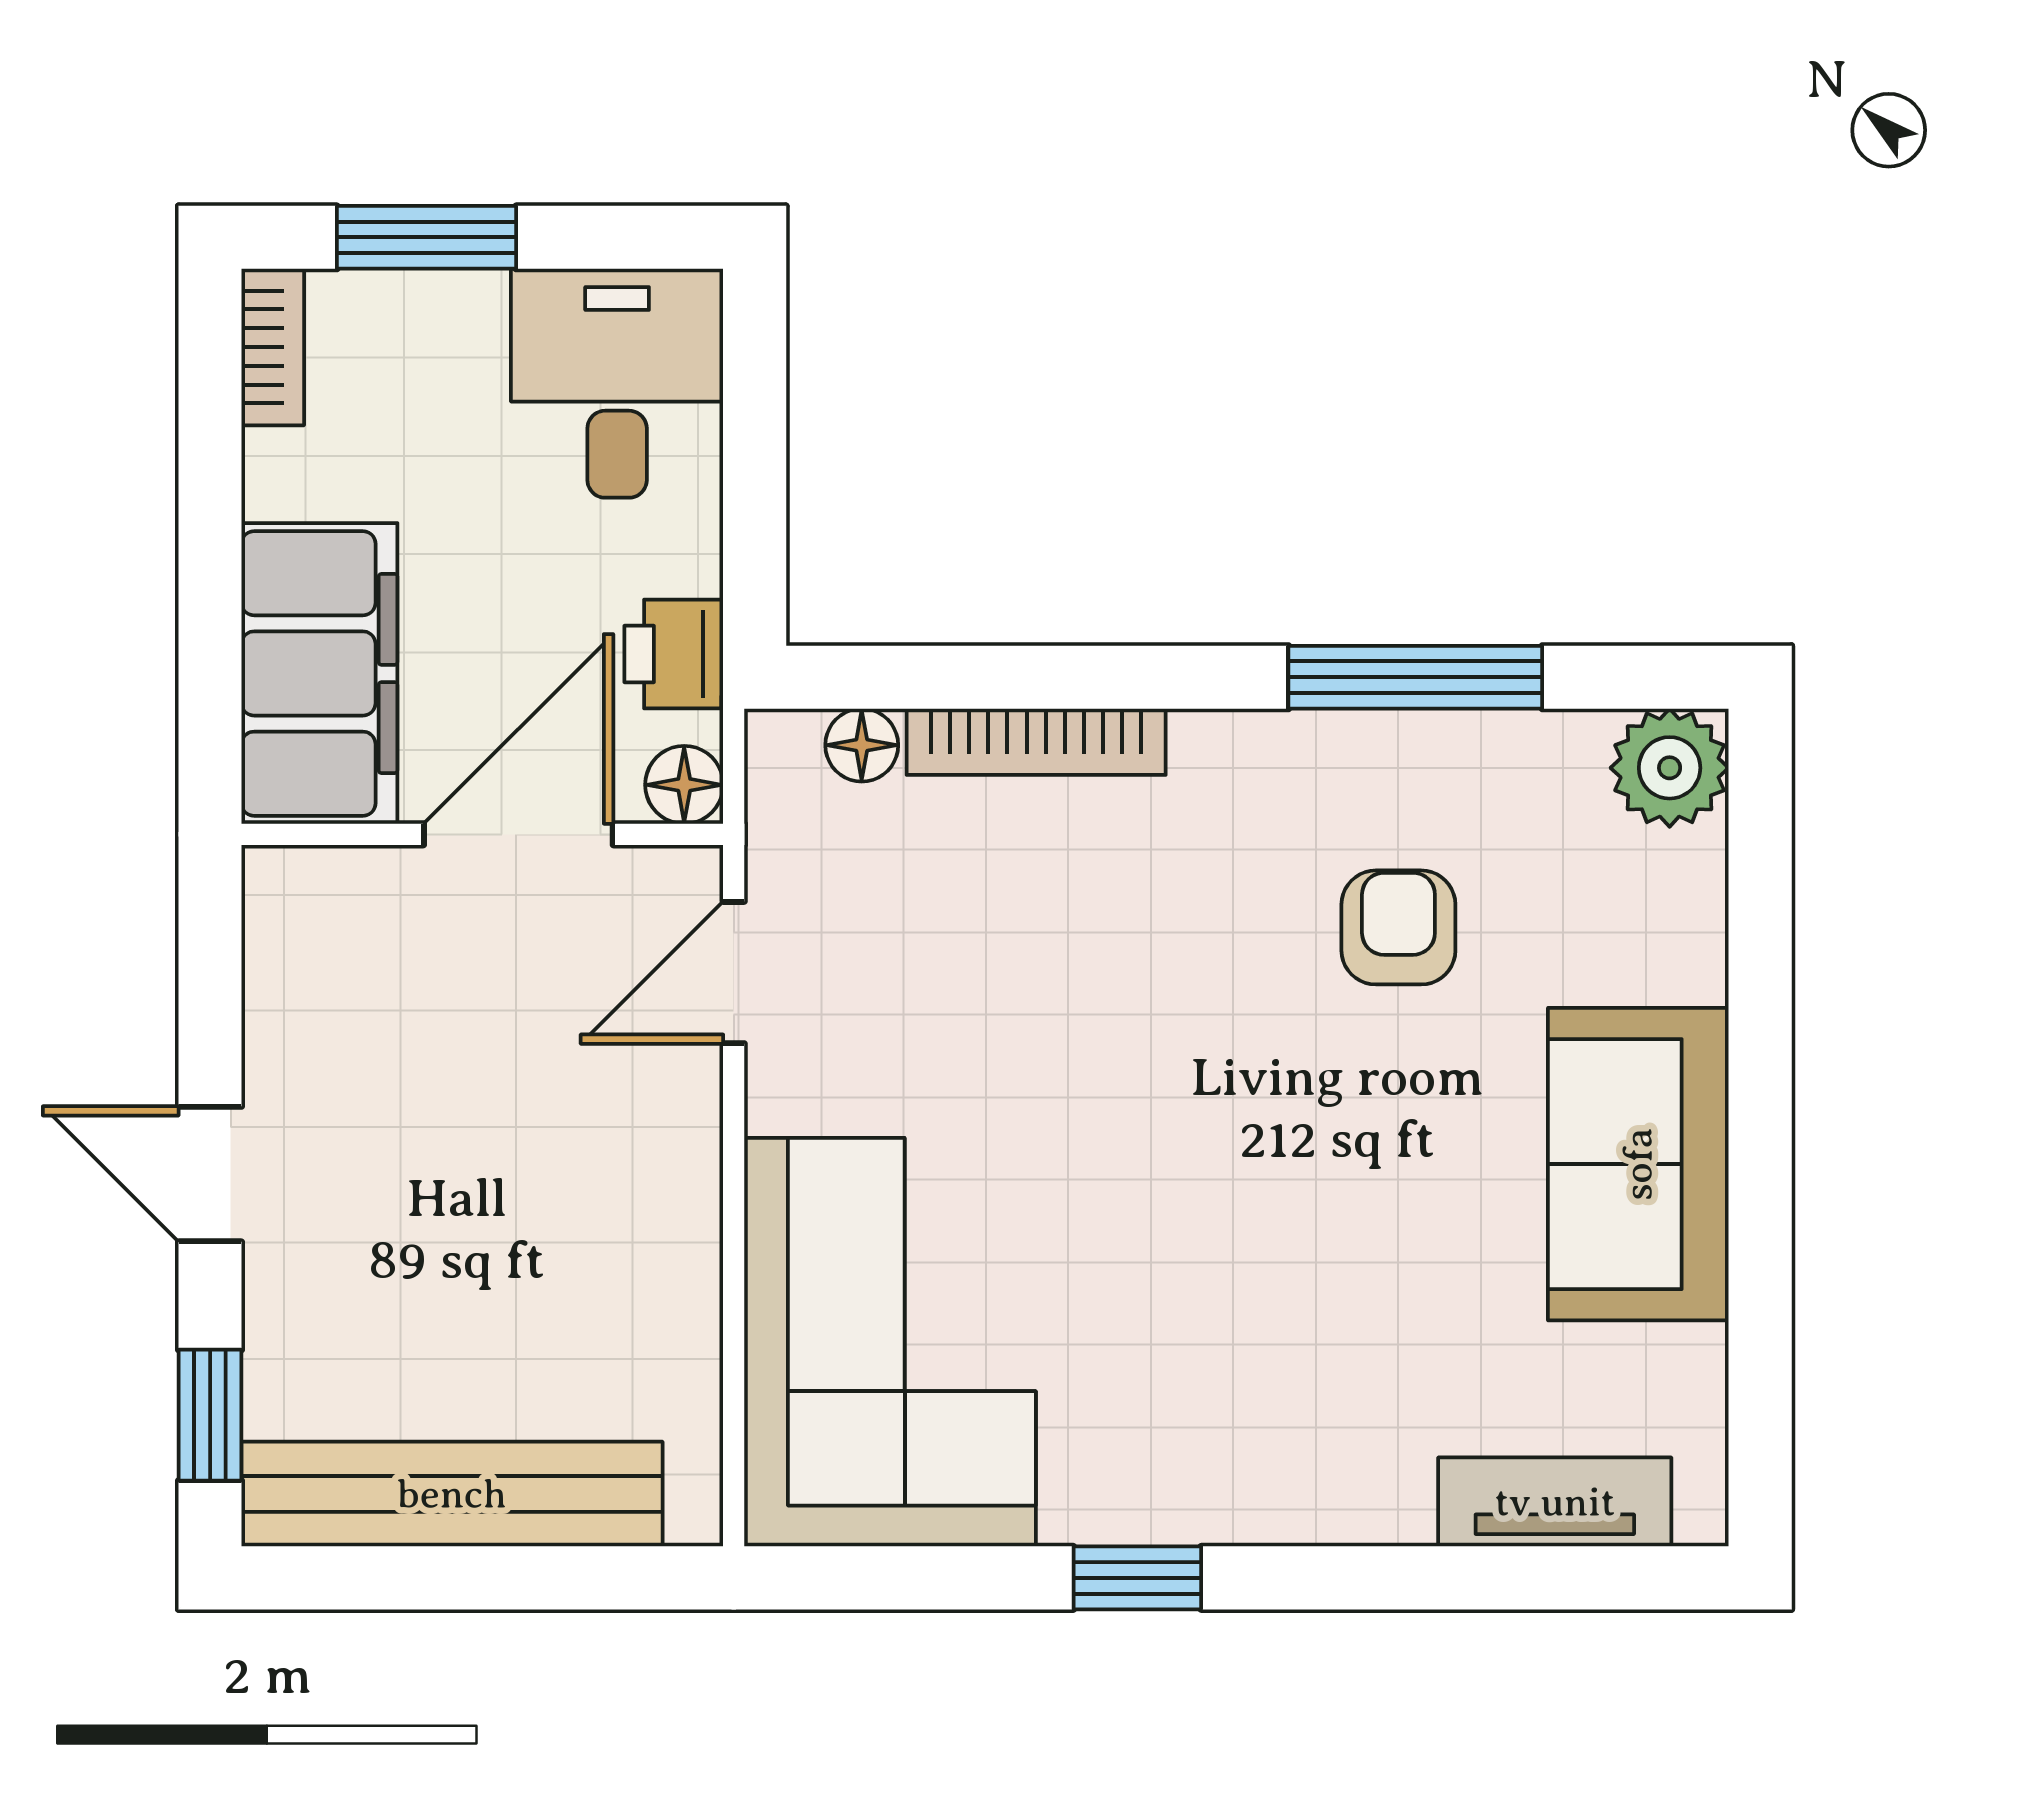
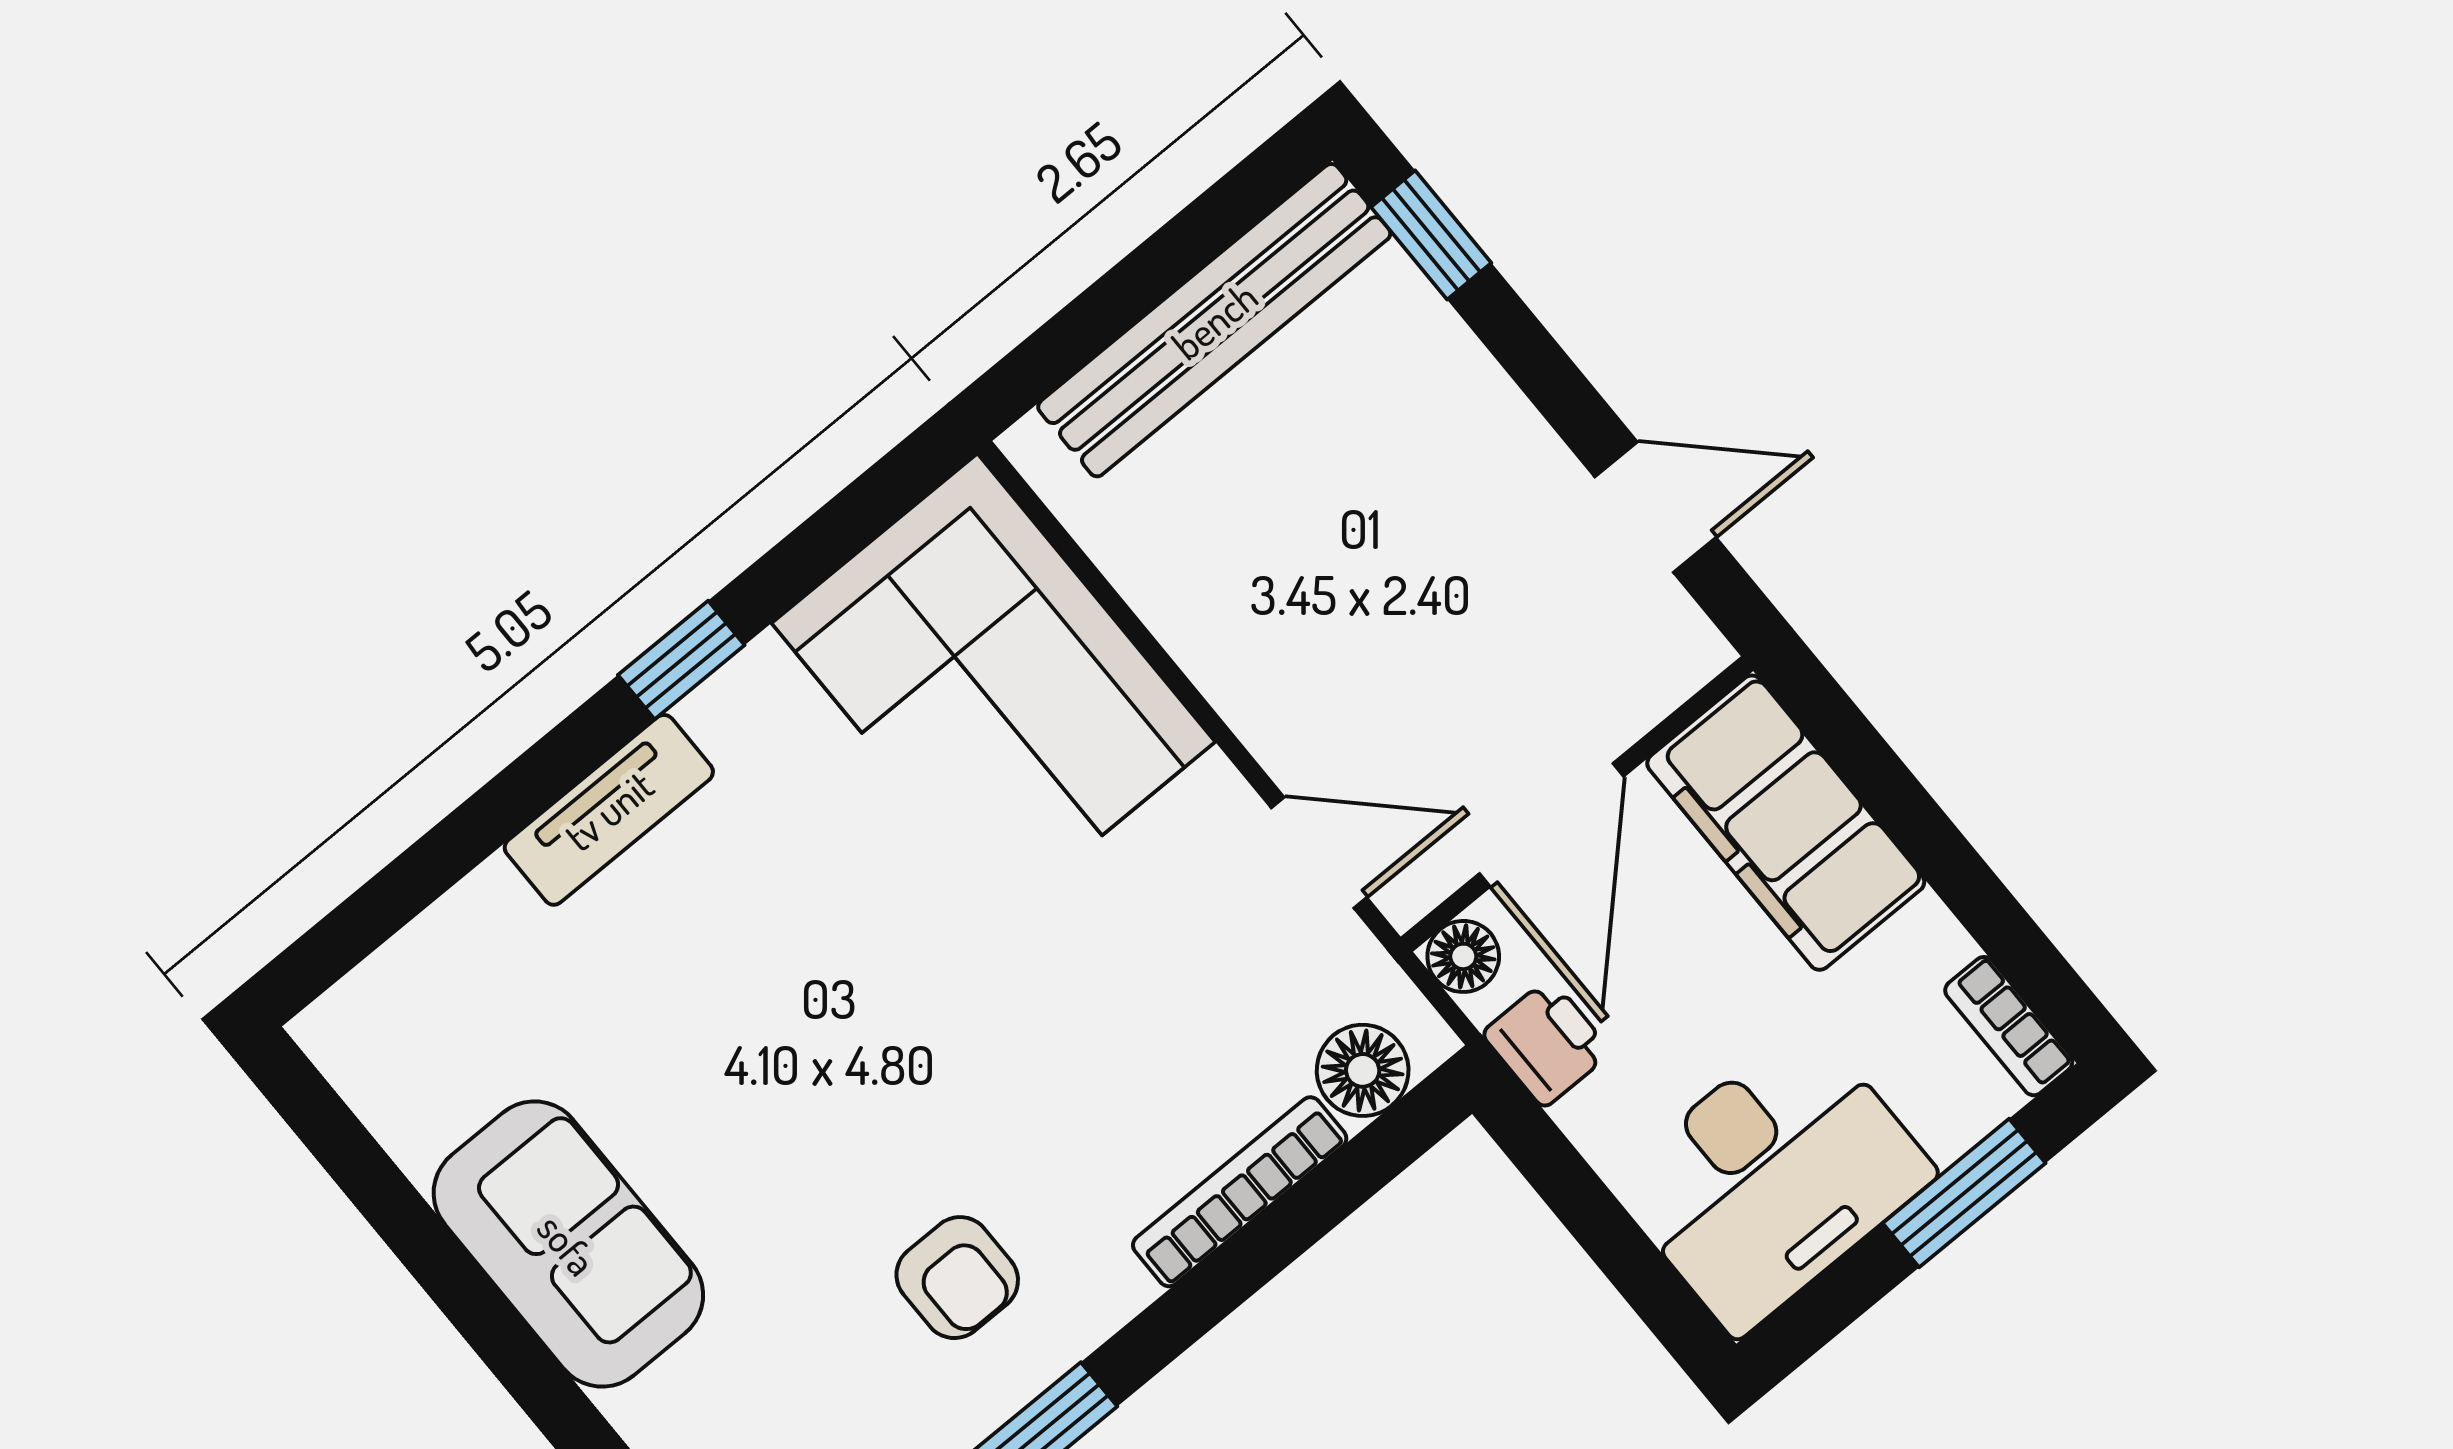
desk: (617, 383) -> (1772, 1178), width x1.37
floor lamp: (862, 745) -> (1363, 1070), width x1.37, depth x1.37
armchair: (1398, 927) -> (957, 1278), moved
door: (734, 973) -> (1319, 853), hinge flipped
door: (210, 1174) -> (1655, 507), moved
tv unit: (1555, 1502) -> (609, 810), moved

